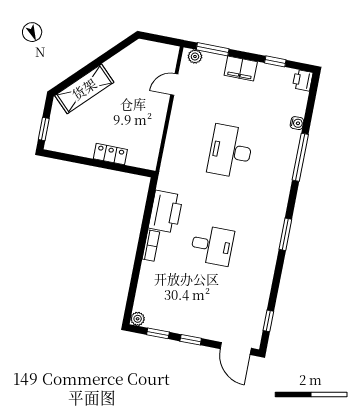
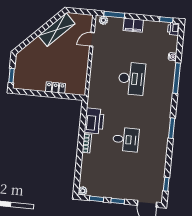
window: (275, 61) -> (166, 20), moved
shelving: (84, 89) -> (57, 30), moved
desk: (230, 151) -> (132, 79), turned 180

